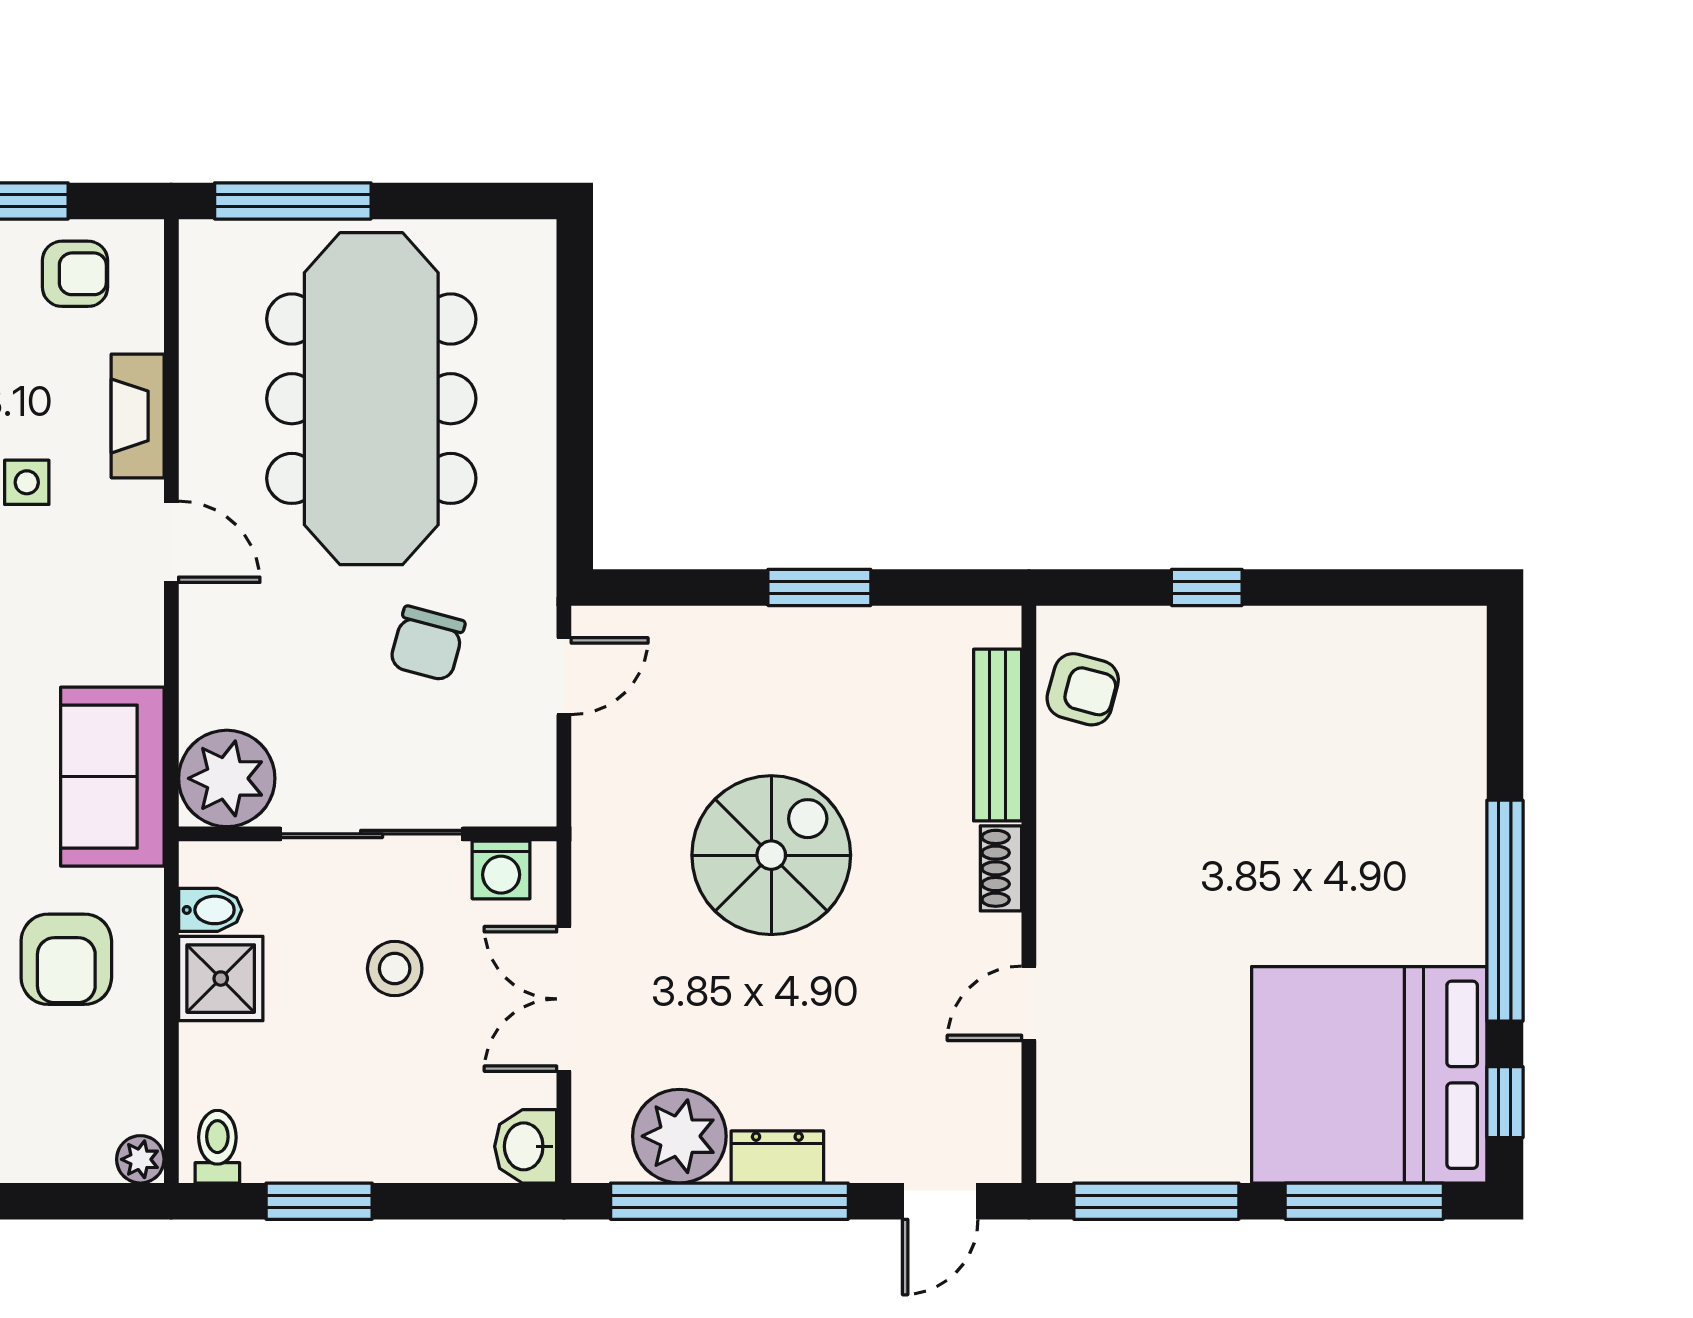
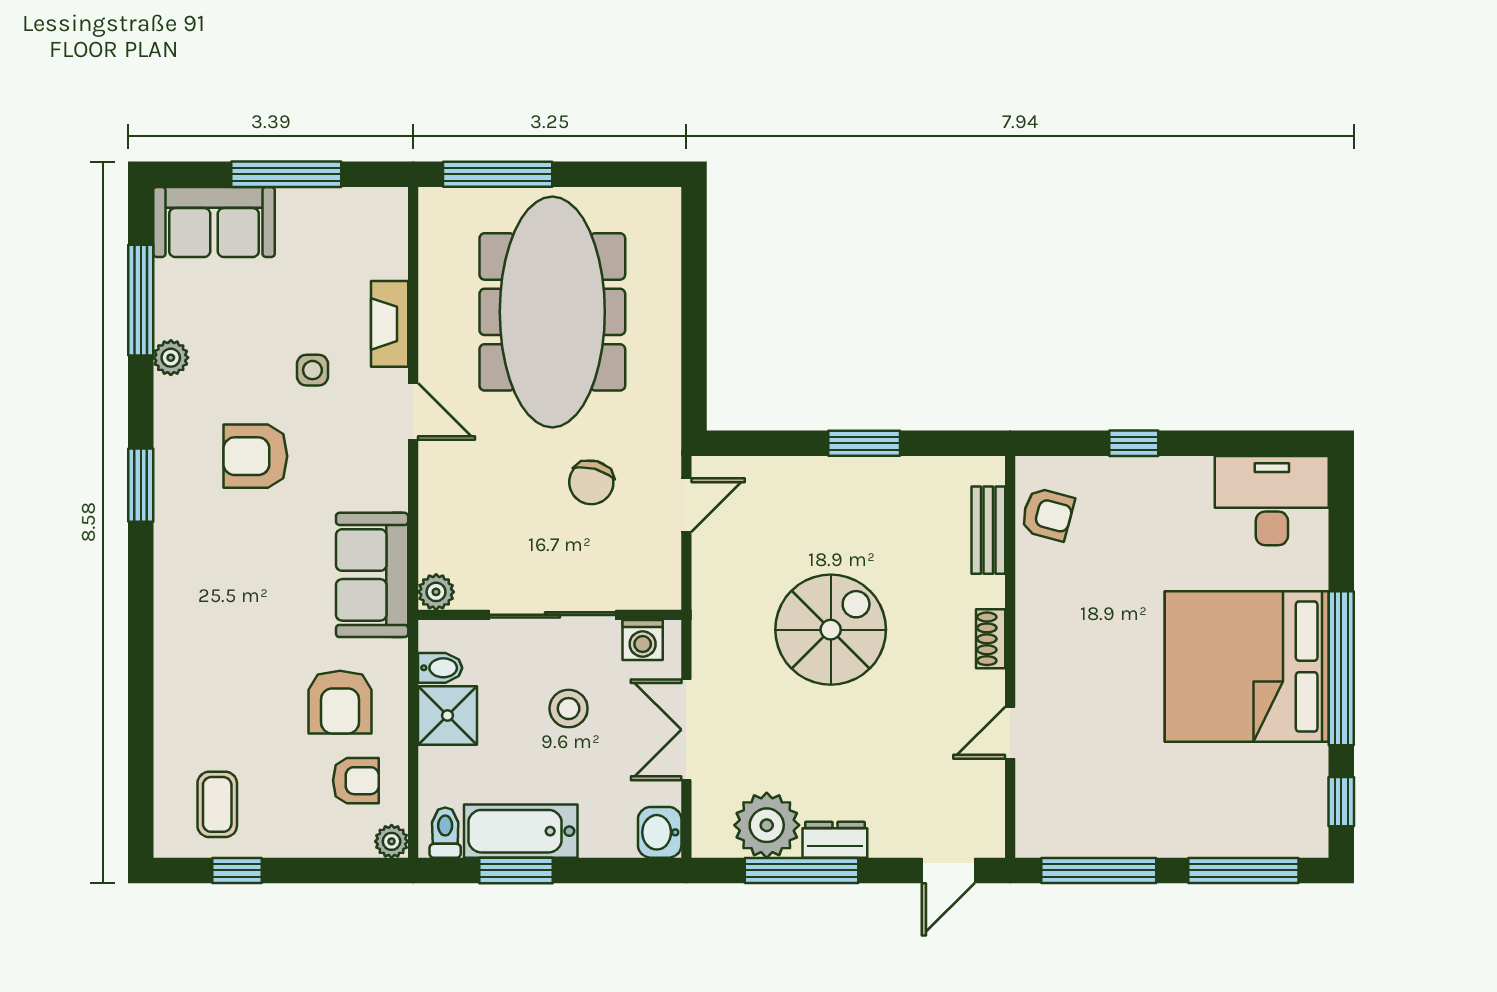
armchair: (75, 274) -> (356, 781), moved
desk: (1405, 670) -> (1272, 501), added
bench: (998, 735) -> (988, 530), width x0.73
plant: (227, 778) -> (436, 592), width x0.53, depth x0.53
bed: (1369, 1075) -> (1247, 666), moved
bathtub: (326, 1145) -> (521, 831), added
window: (729, 1201) -> (802, 870), width x0.68

